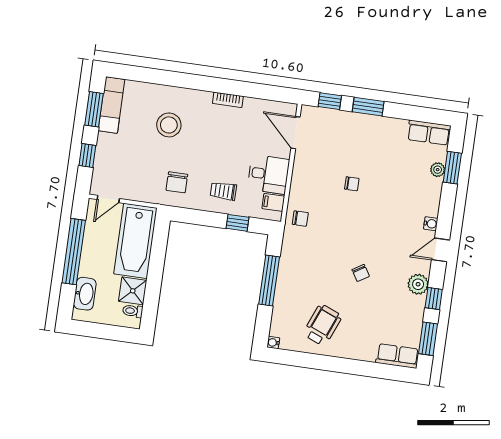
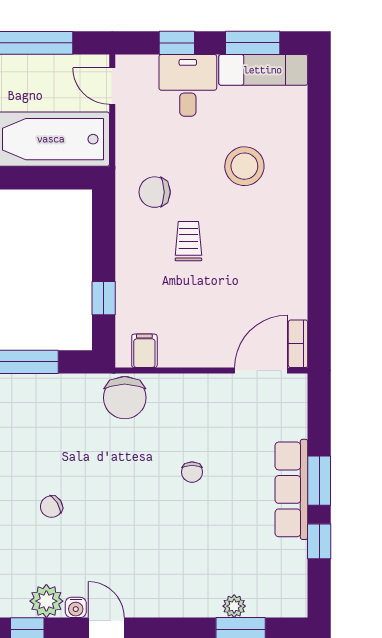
bookcase: (228, 100) -> (298, 344), moved
window: (330, 101) -> (319, 541), moved
row of seats: (429, 133) -> (291, 489), moved, width x1.48
desk: (268, 174) -> (188, 85), moved, turned 180
trolley: (223, 191) -> (188, 241), moved
chair: (300, 218) -> (125, 398), width x1.87, depth x1.87
water cooler: (431, 224) -> (76, 607), moved

